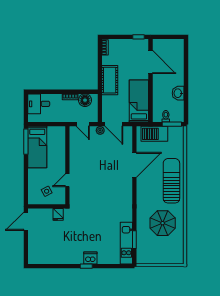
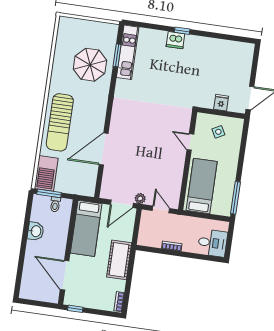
floor lamp: (85, 100) -> (154, 239), removed
door: (114, 124) -> (122, 204), swing flipped
barbecue: (154, 134) -> (46, 173), moved, turned 90
bed: (37, 147) -> (202, 186), moved
door: (67, 180) -> (190, 142), swing flipped
fridge: (58, 214) -> (221, 103), moved
parasol: (163, 223) -> (90, 65), moved

